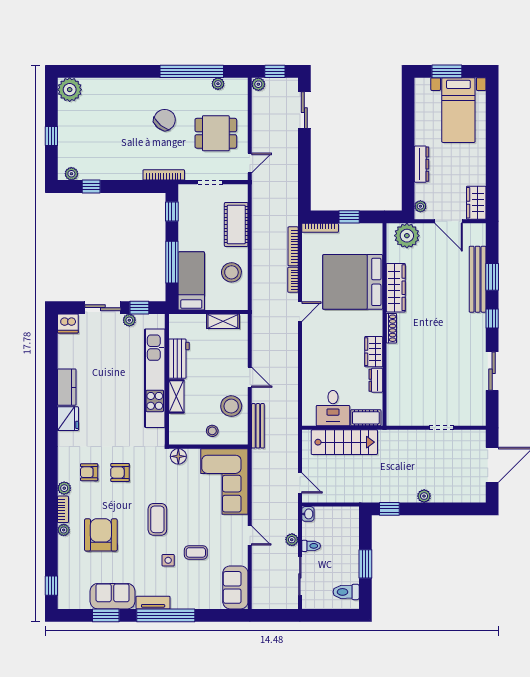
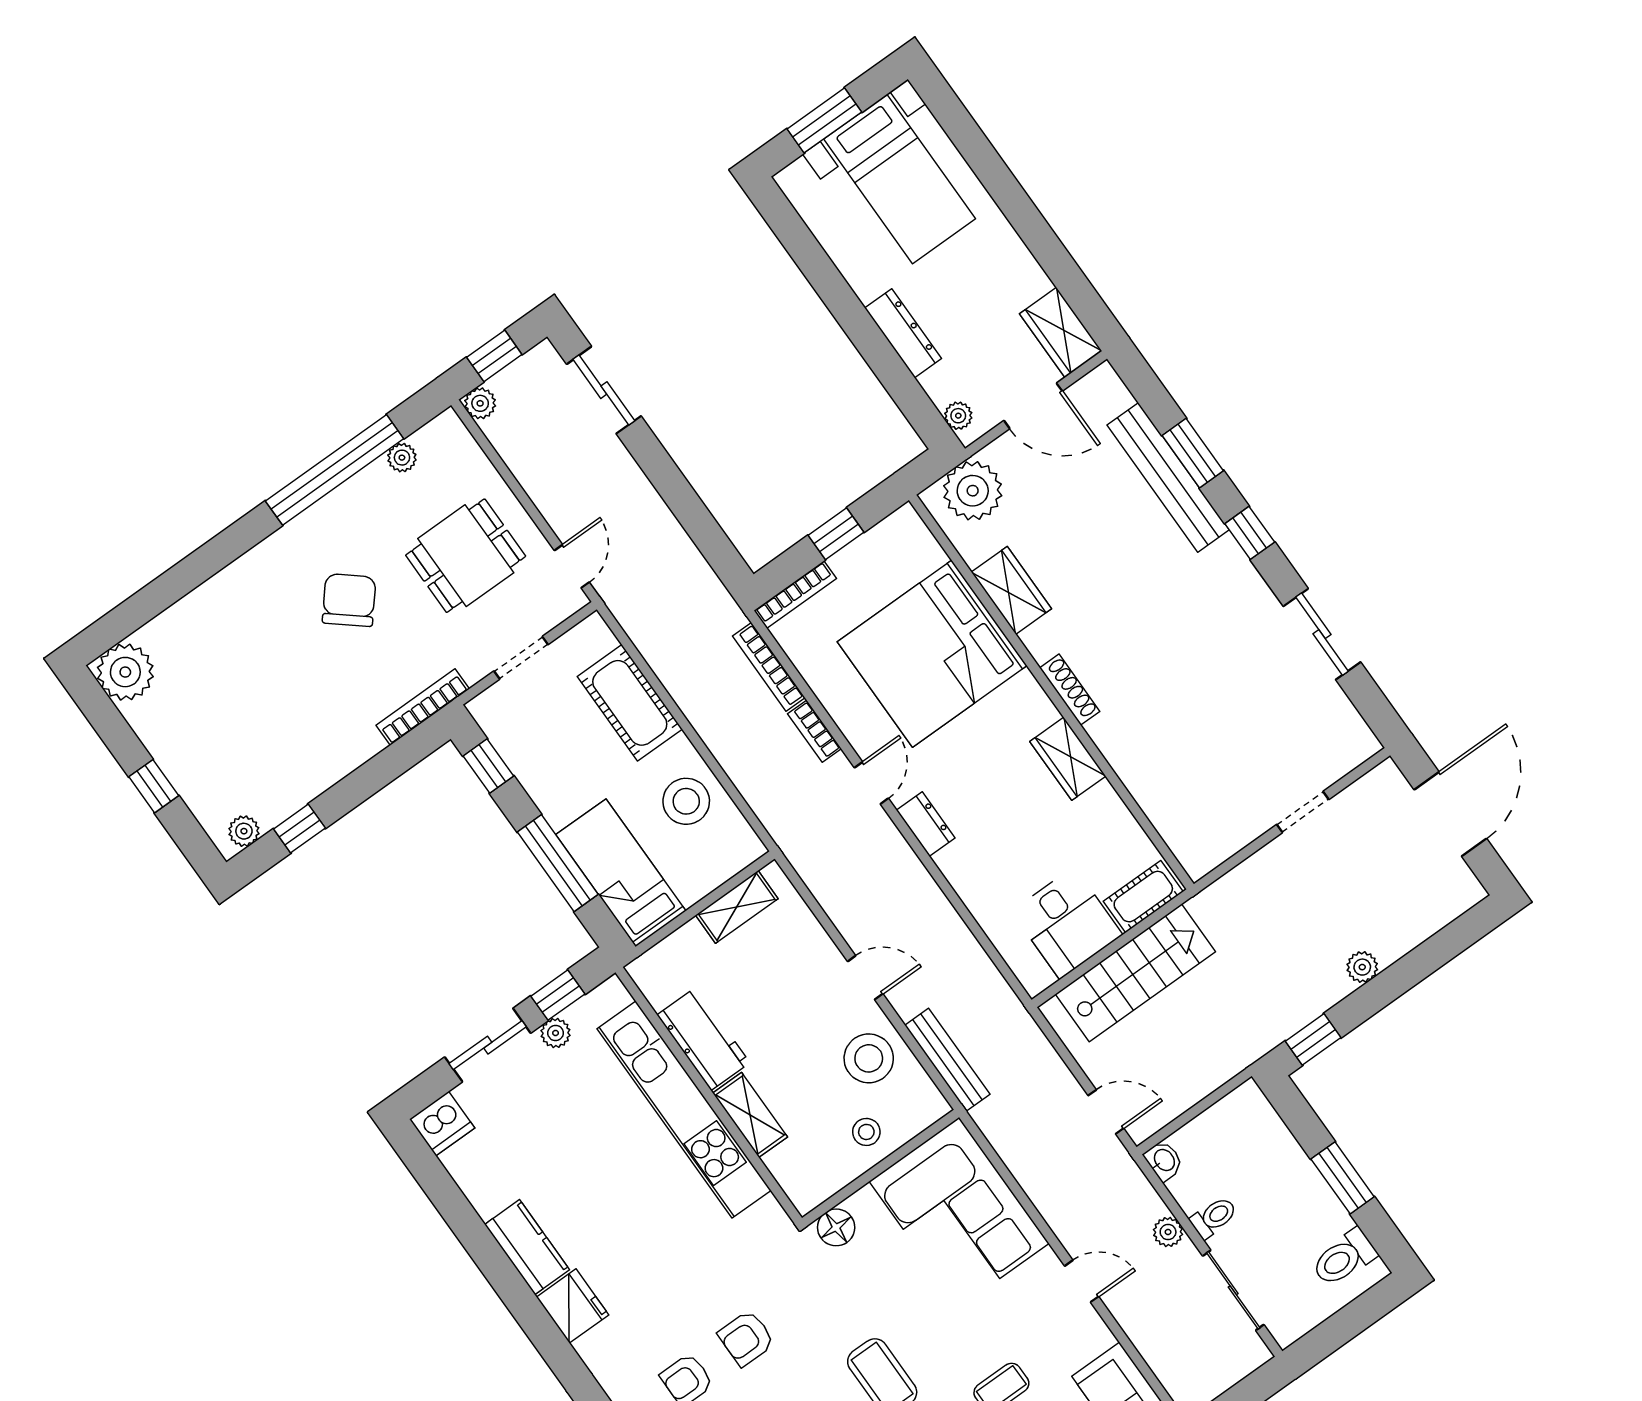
wardrobe: (396, 288) -> (1011, 590), width x0.67
dresser: (376, 380) -> (926, 824), moved, turned 180

